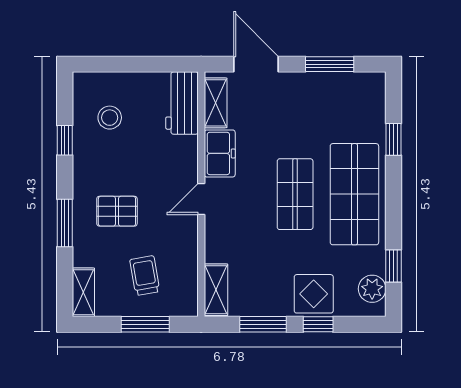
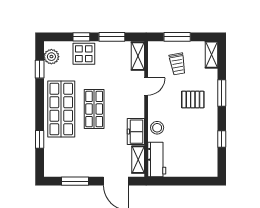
stool: (110, 118) -> (157, 128), moved
door: (201, 199) -> (146, 86), moved

